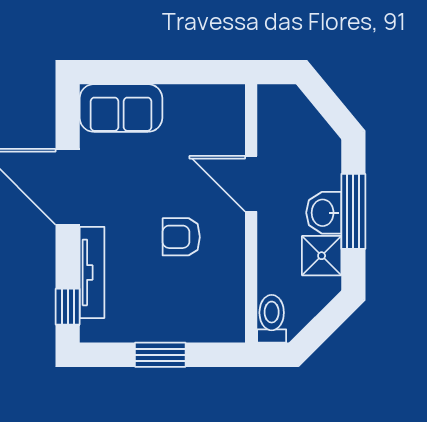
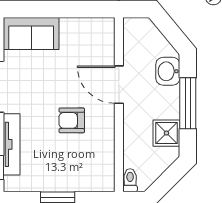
washbasin: (324, 213) -> (168, 71), moved
toilet: (272, 319) -> (130, 180), width x0.73, depth x0.72

